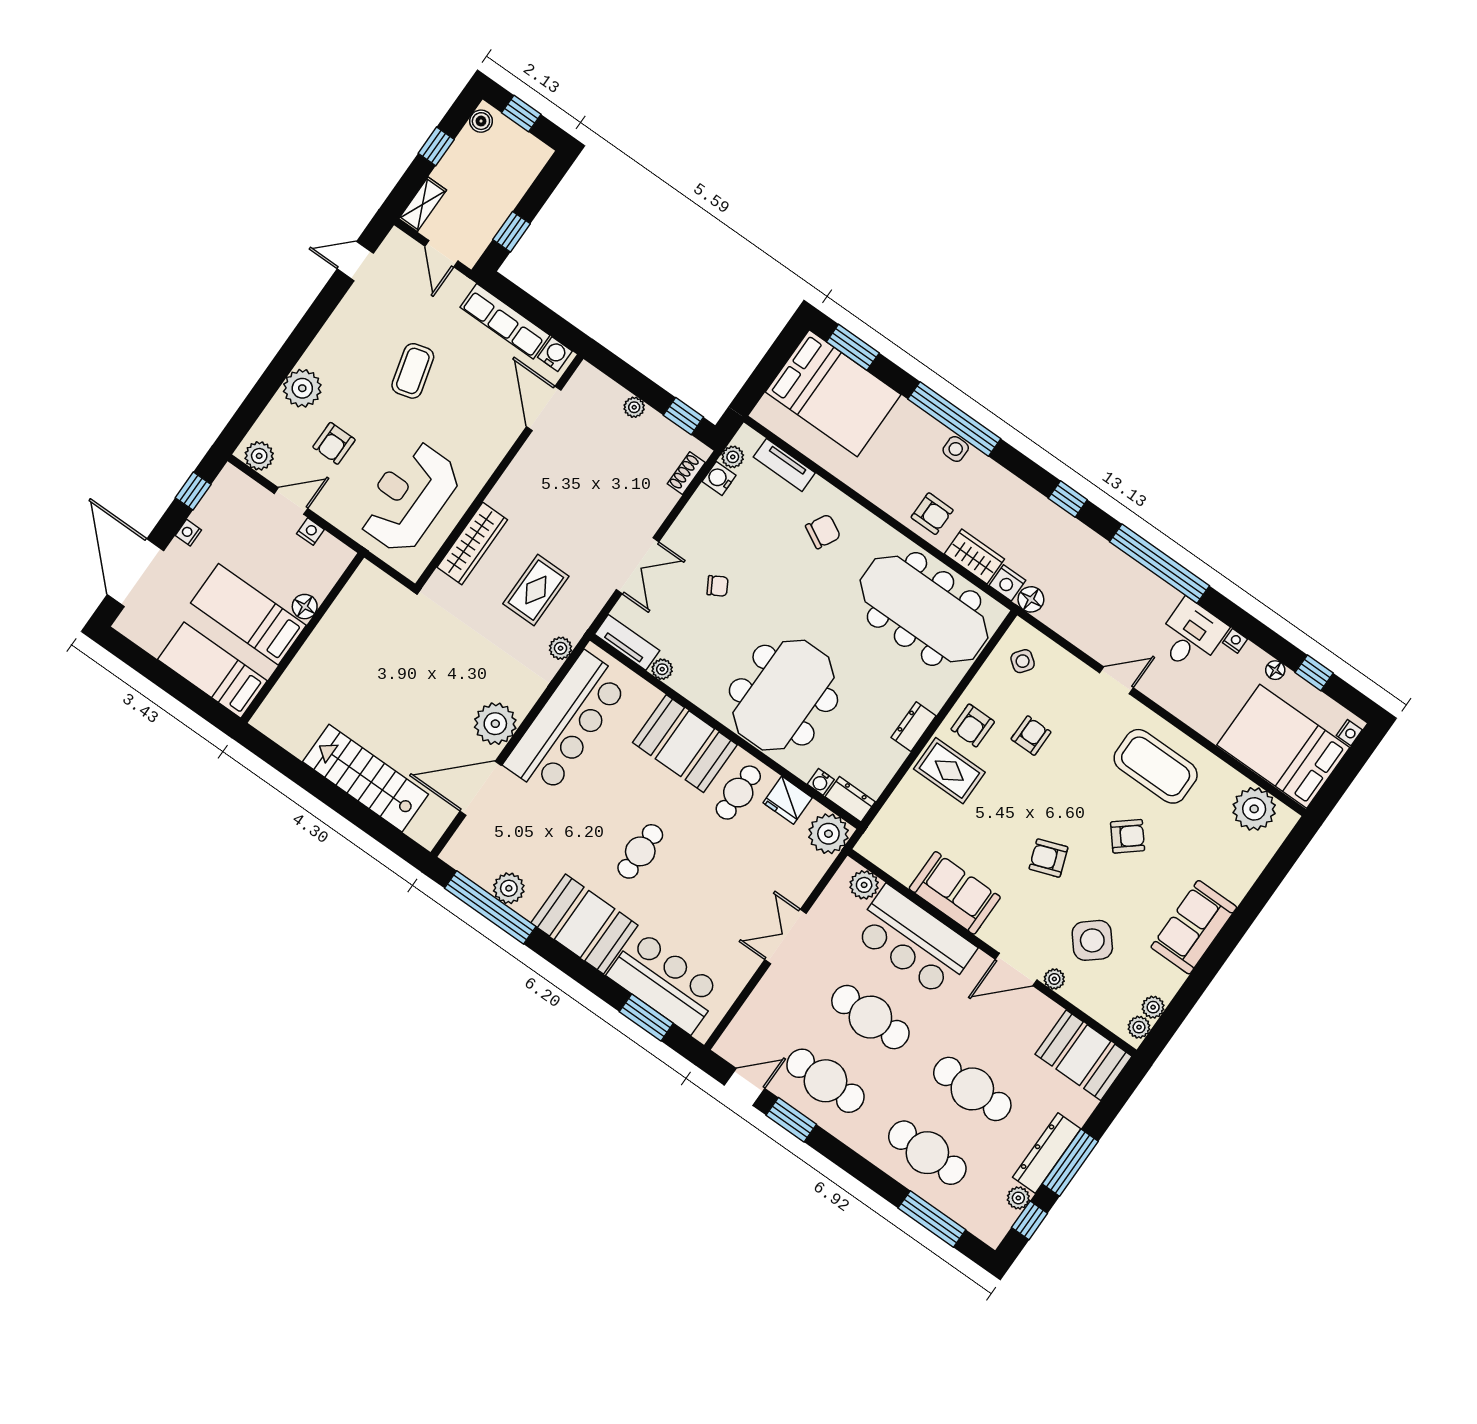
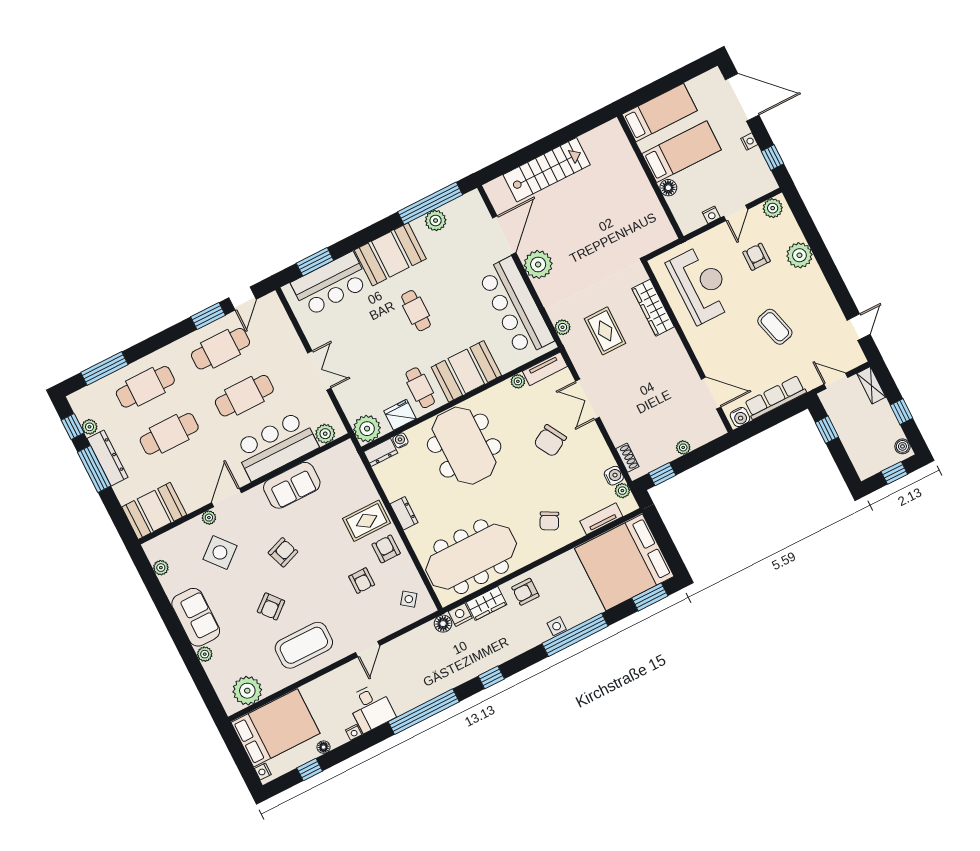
bed: (833, 393) -> (624, 562), width x1.36
chair: (717, 586) -> (550, 441), width x1.87, depth x1.87
plant: (1139, 1027) -> (205, 654), moved

